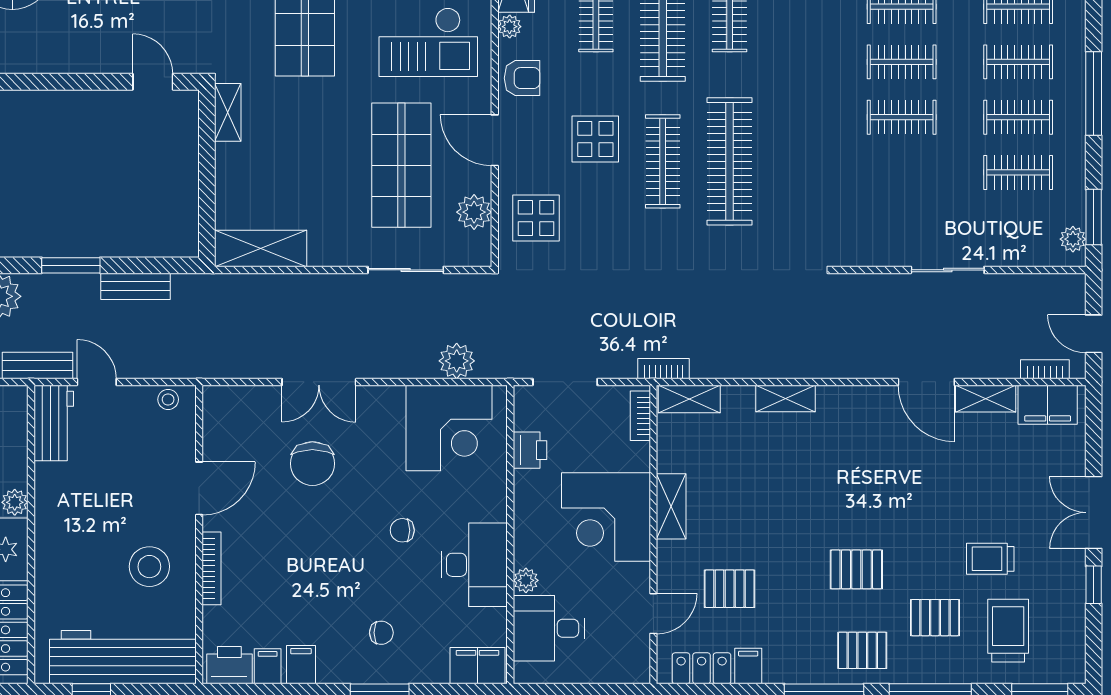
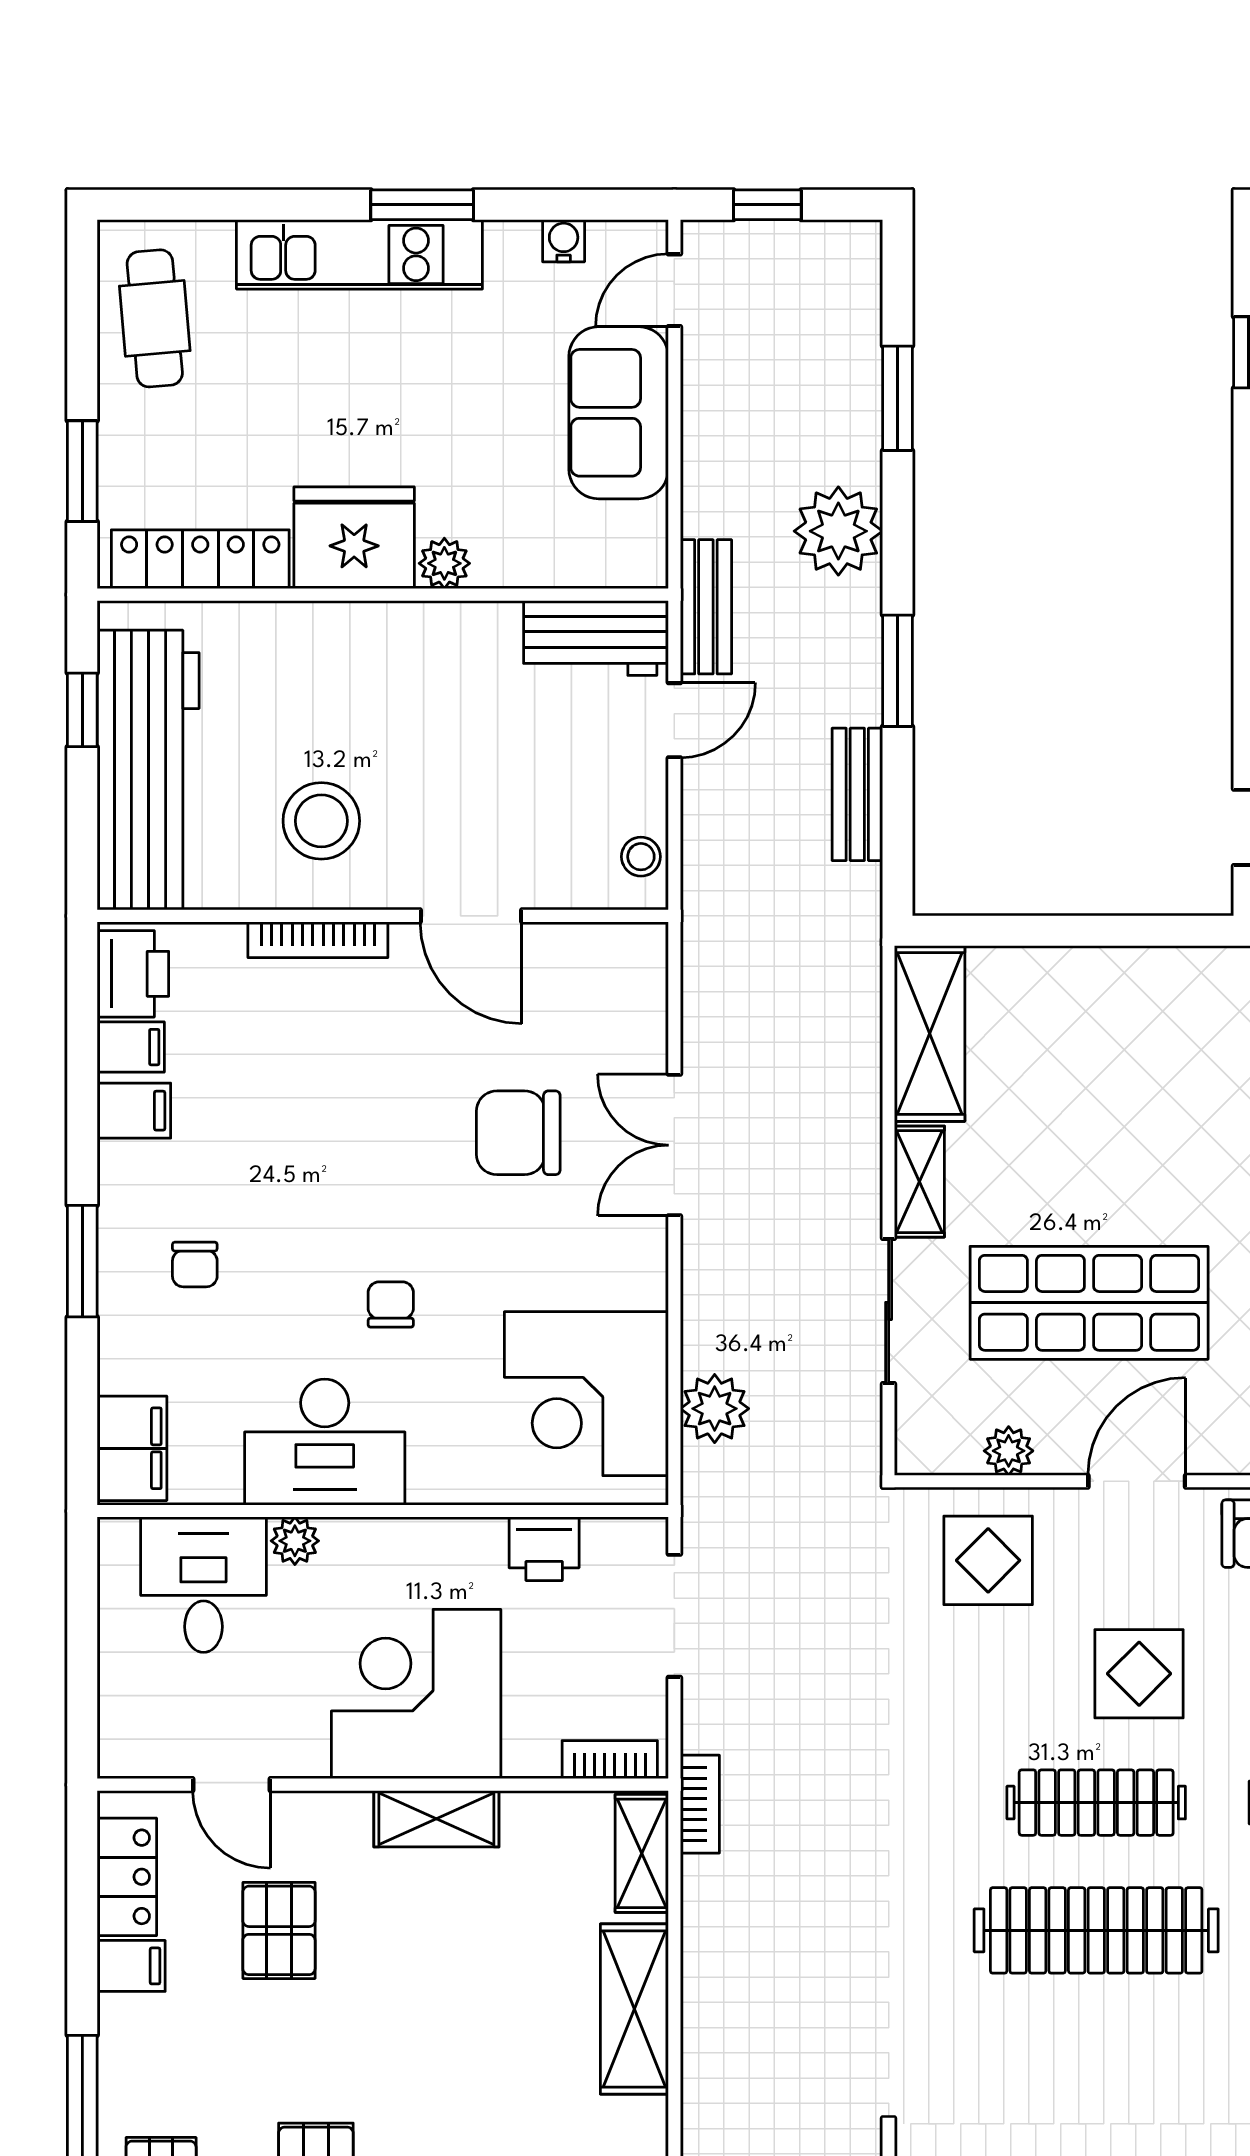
shelving: (228, 112) -> (919, 1182), moved, turned 90
plant: (474, 212) -> (1009, 1451), width x0.73, depth x0.73
shelving: (785, 398) -> (634, 2009), width x1.50, depth x1.33

